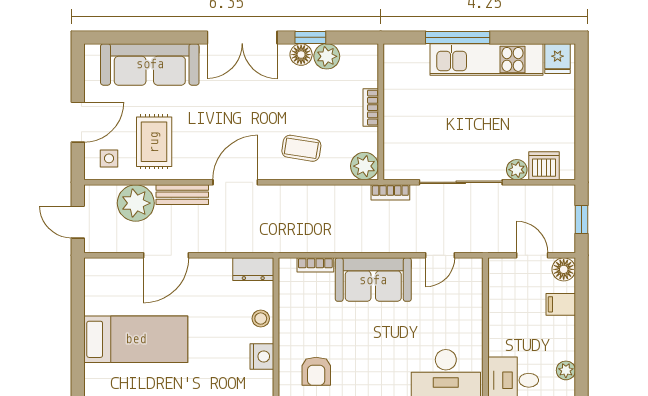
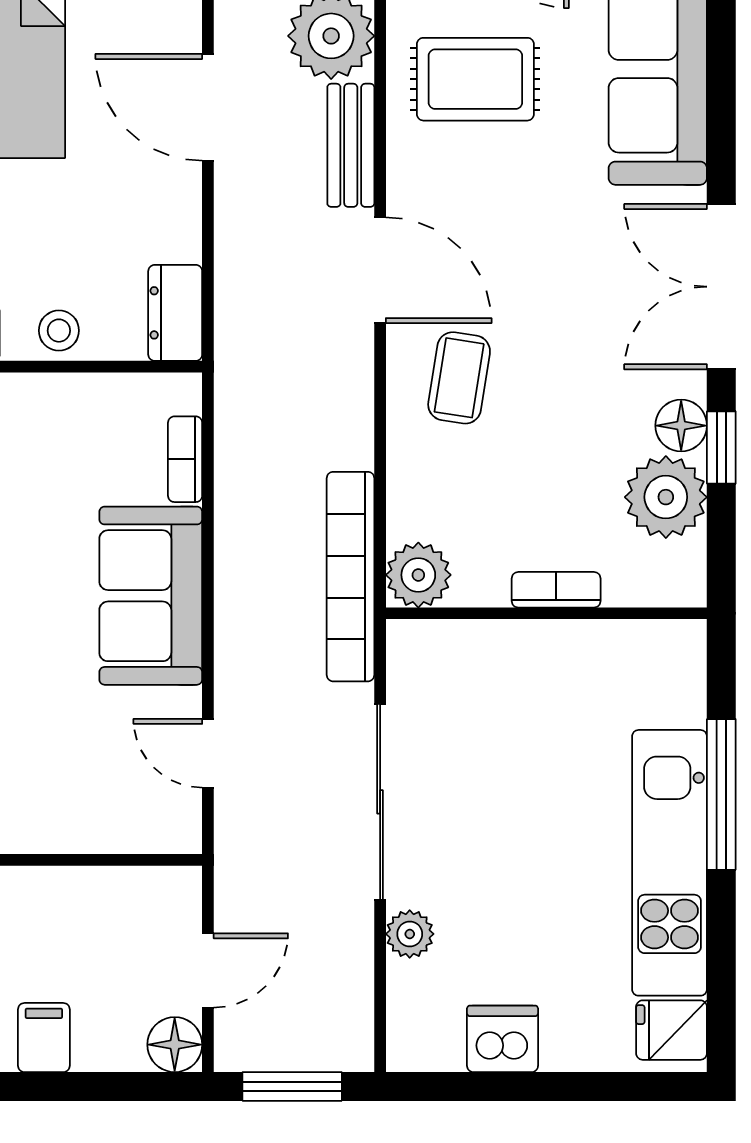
plant: (327, 56) -> (666, 497), width x1.36, depth x1.36
coffee table: (301, 148) -> (459, 378), moved
dishwasher: (544, 166) -> (503, 1039), moved, turned -90
bookcase: (390, 192) -> (351, 577), width x2.31, depth x1.31
window: (581, 220) -> (292, 1086), width x1.50
filing cabinet: (561, 304) -> (44, 1038), moved

